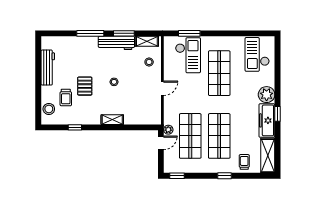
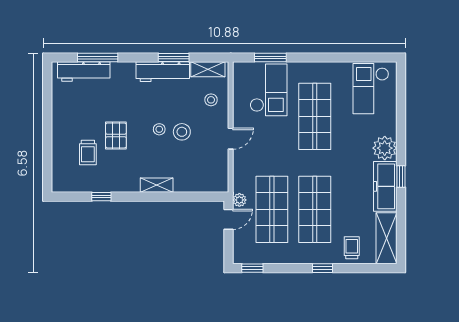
window: (90, 33) -> (98, 58), moved
workbench: (48, 68) -> (84, 71), moved, turned 90
stool: (49, 109) -> (182, 132), moved

